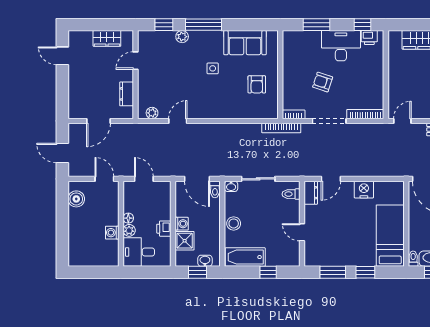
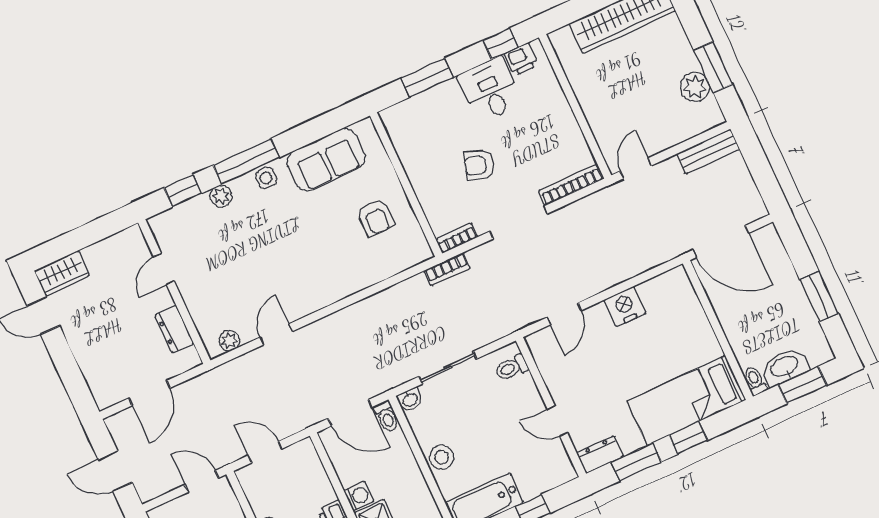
wardrobe: (107, 38) -> (62, 273), moved
desk: (341, 46) -> (490, 89), width x0.73
side table: (213, 68) -> (266, 178), moved
bookcase: (281, 128) -> (447, 269), width x0.64
dresser: (311, 193) -> (600, 455), moved, turned -90
bed: (390, 236) -> (686, 401), moved, turned -90

